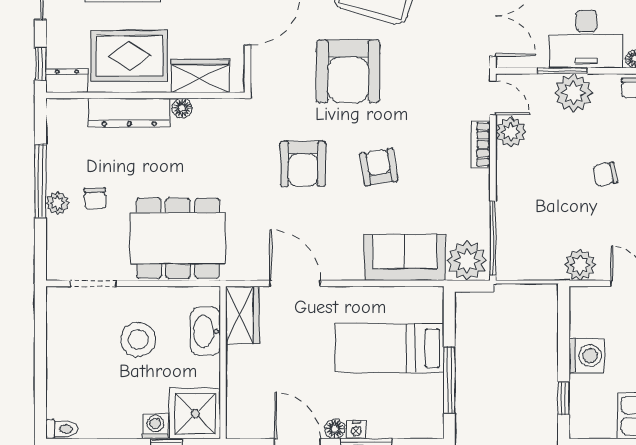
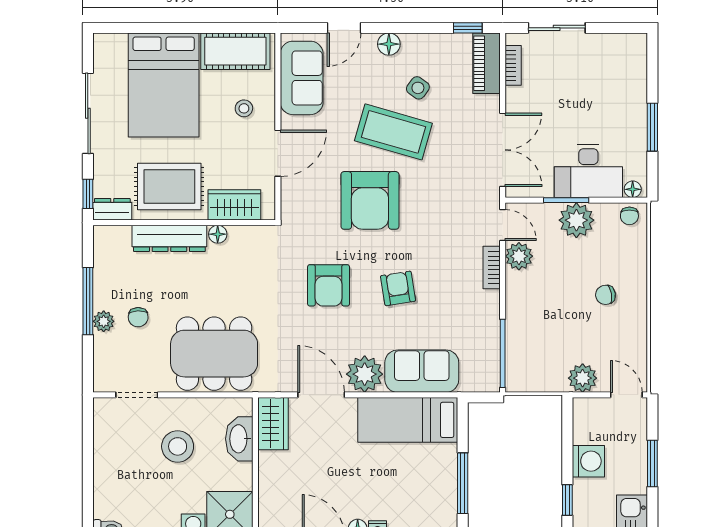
plant: (467, 261) -> (365, 374), moved
bed: (389, 348) -> (408, 420), moved

